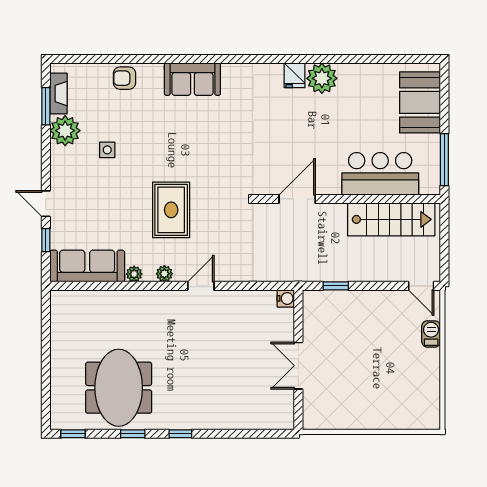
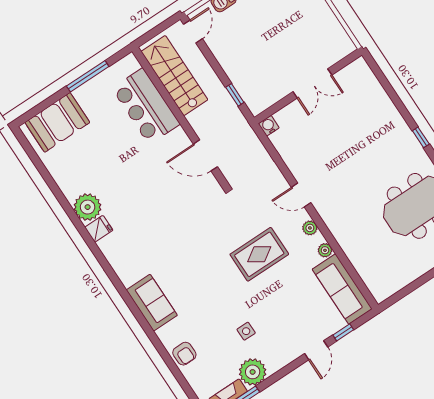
bar counter: (380, 174) -> (146, 106), moved
door: (297, 199) -> (205, 155), moved
wall: (349, 199) -> (180, 117), moved
stairs: (391, 219) -> (174, 76), moved

